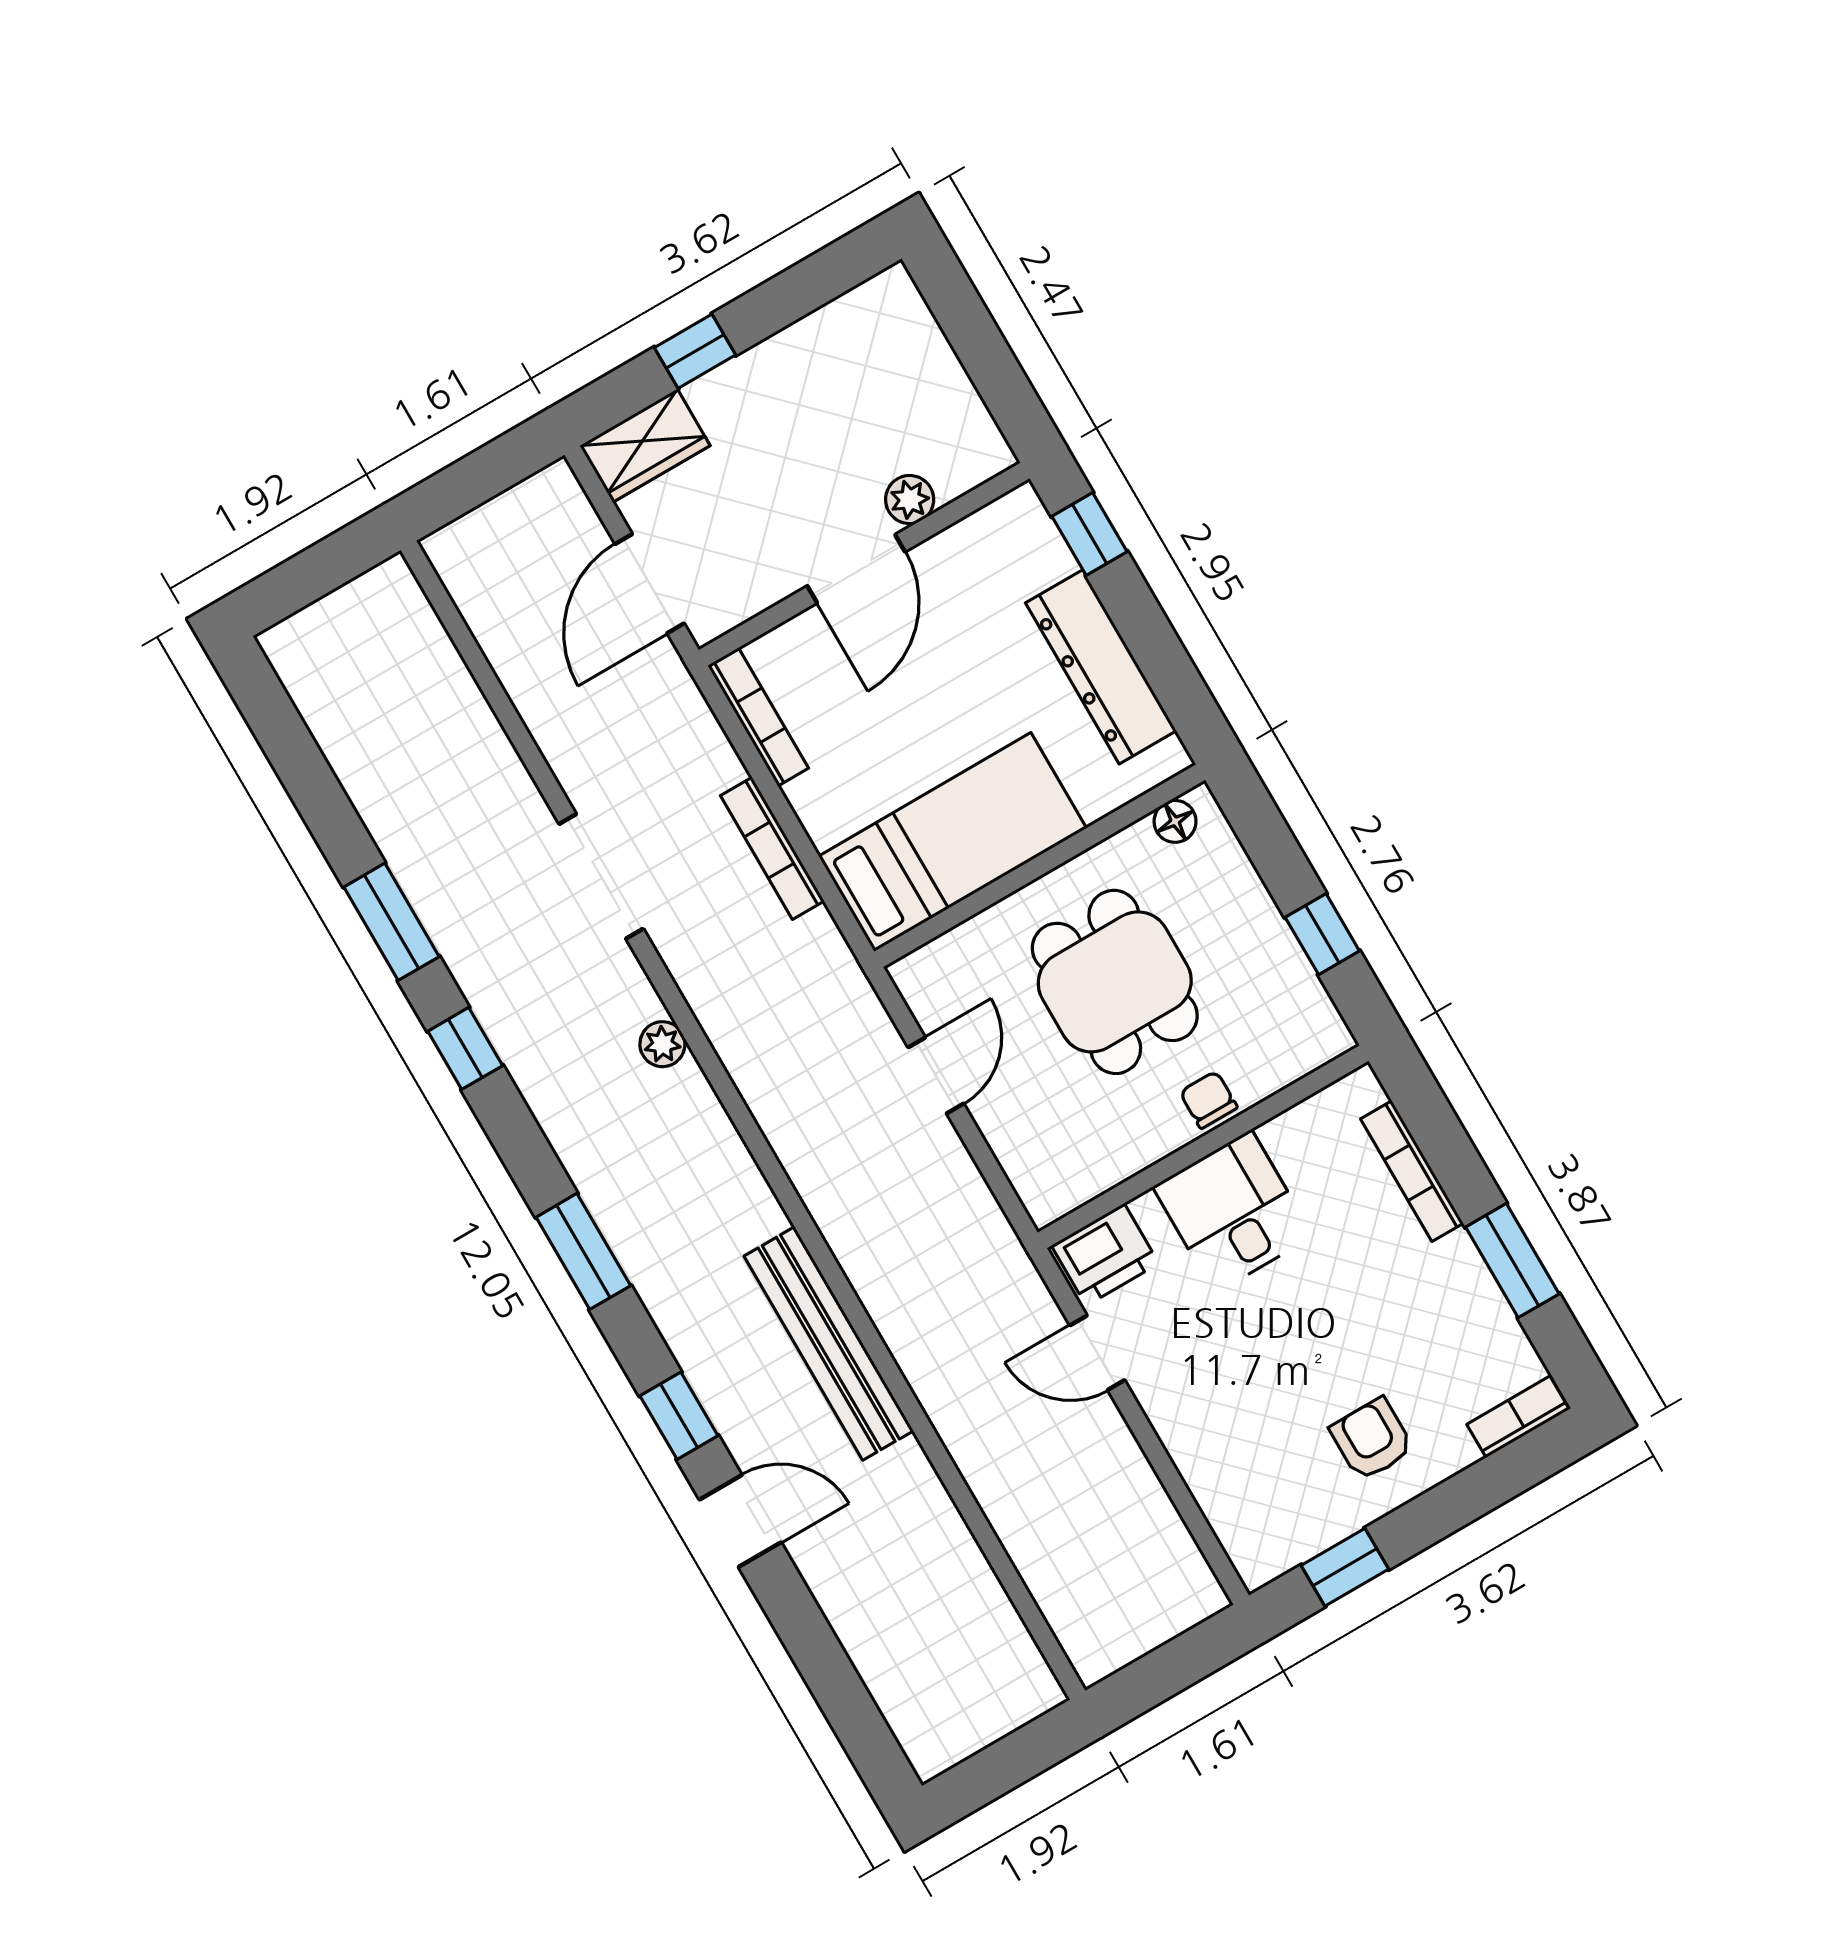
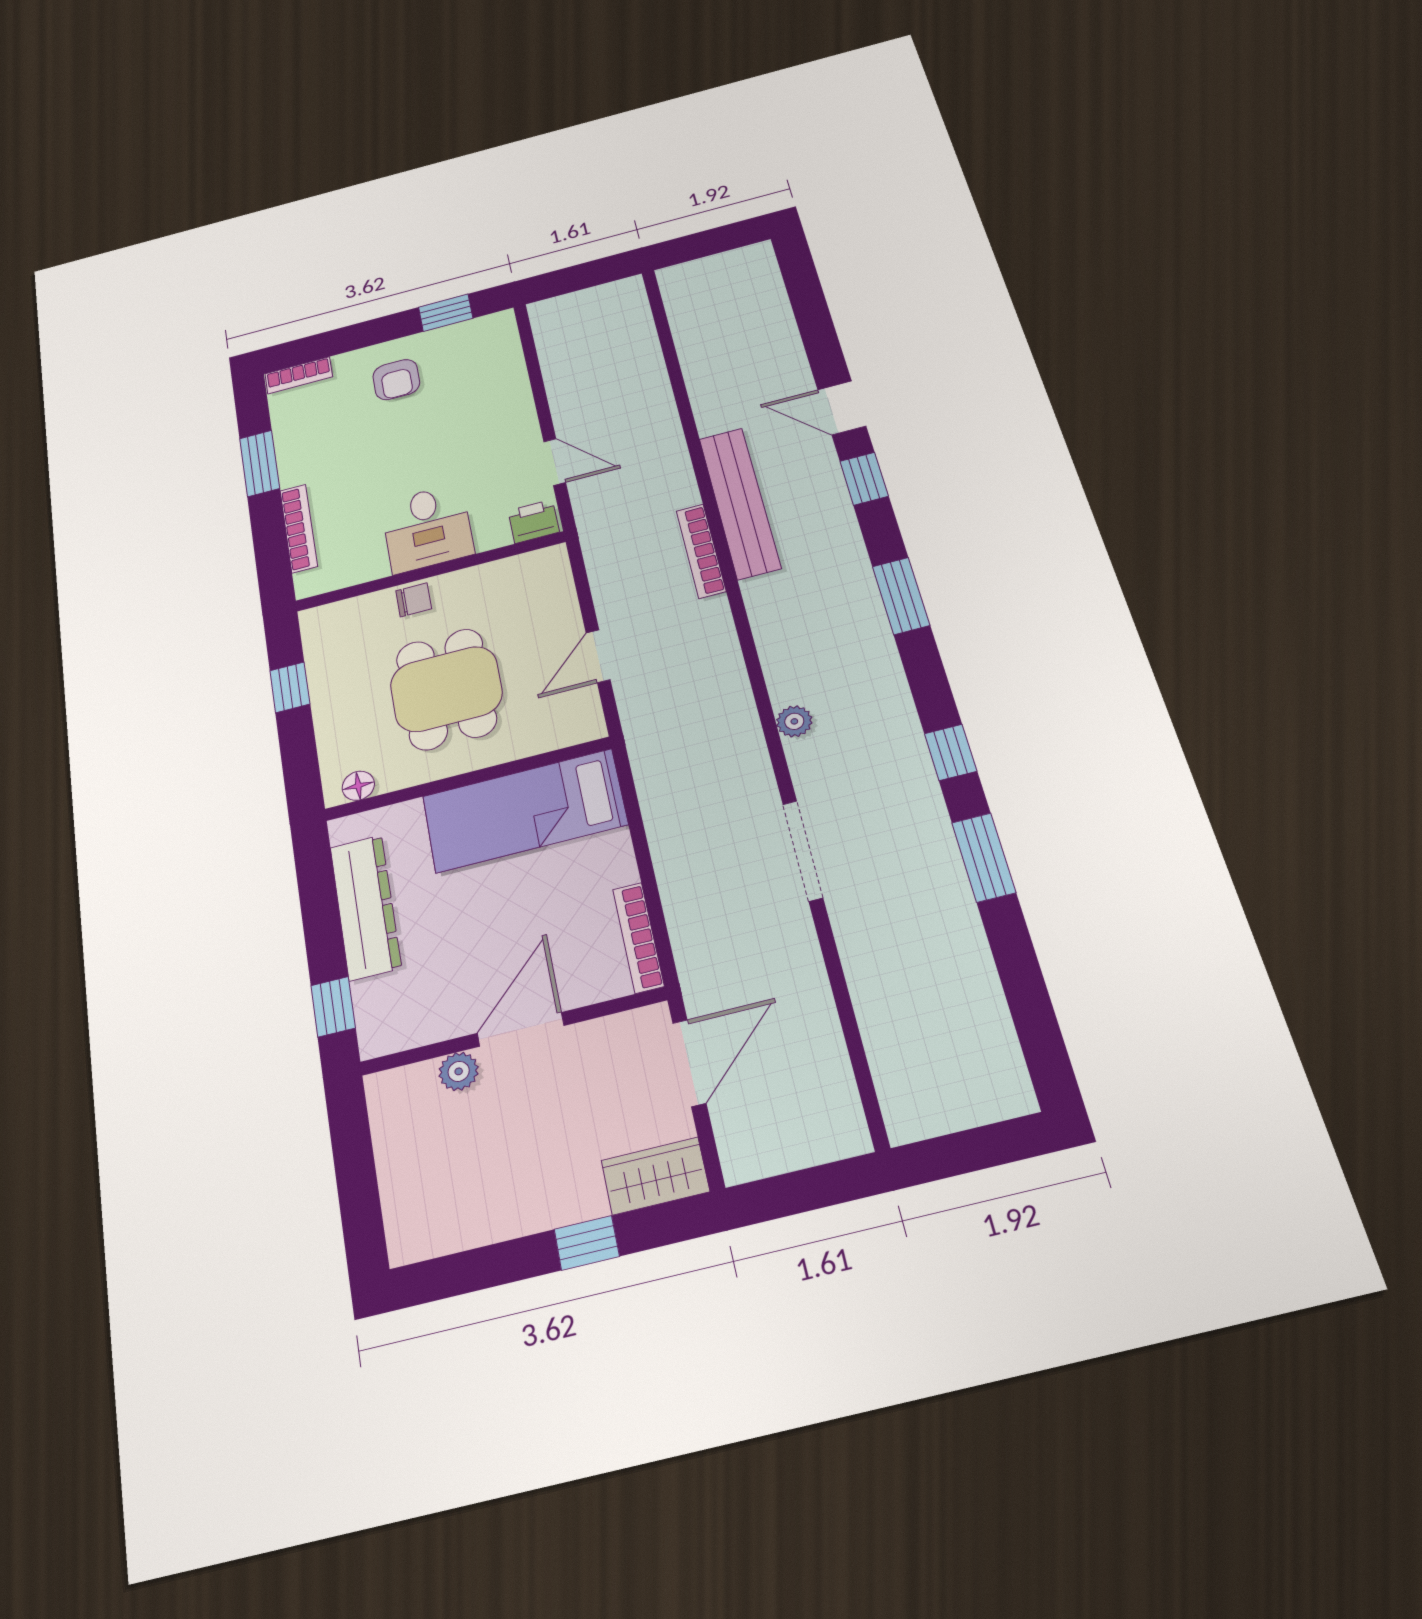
bookcase: (772, 848) -> (701, 551), moved, turned 180
chair: (1209, 1100) -> (414, 600), turned -90
printer: (1105, 1254) -> (534, 521), width x0.73, depth x0.81

